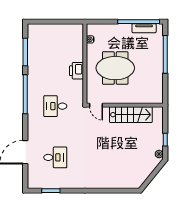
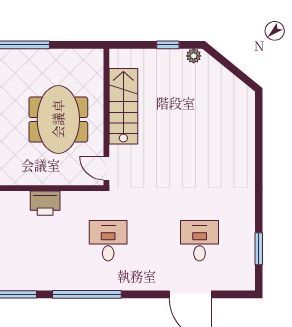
meeting table: (115, 68) -> (58, 119), moved
door: (96, 105) -> (106, 168), swing flipped
desk: (55, 106) -> (108, 241), turned 180

